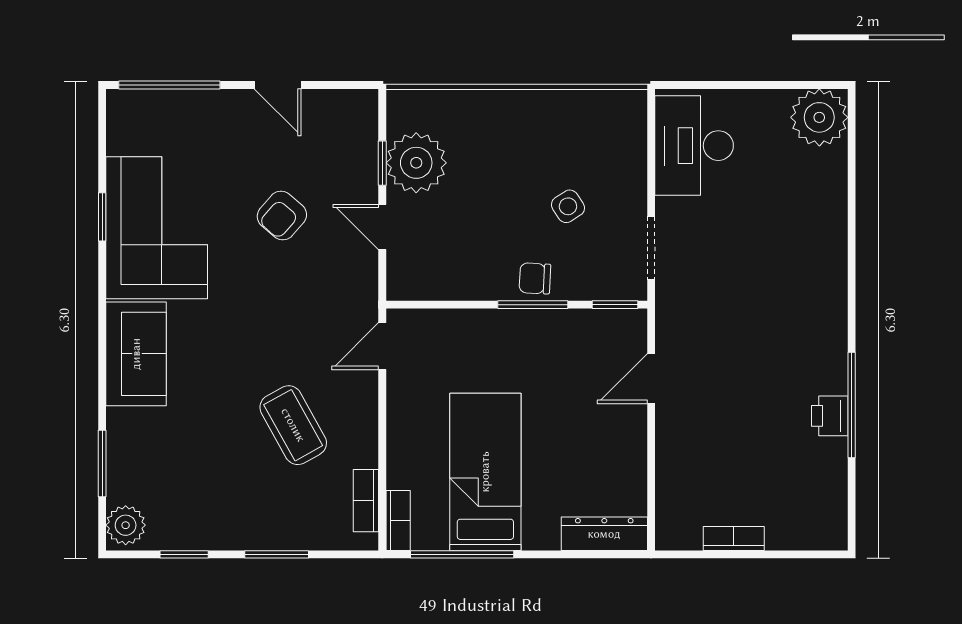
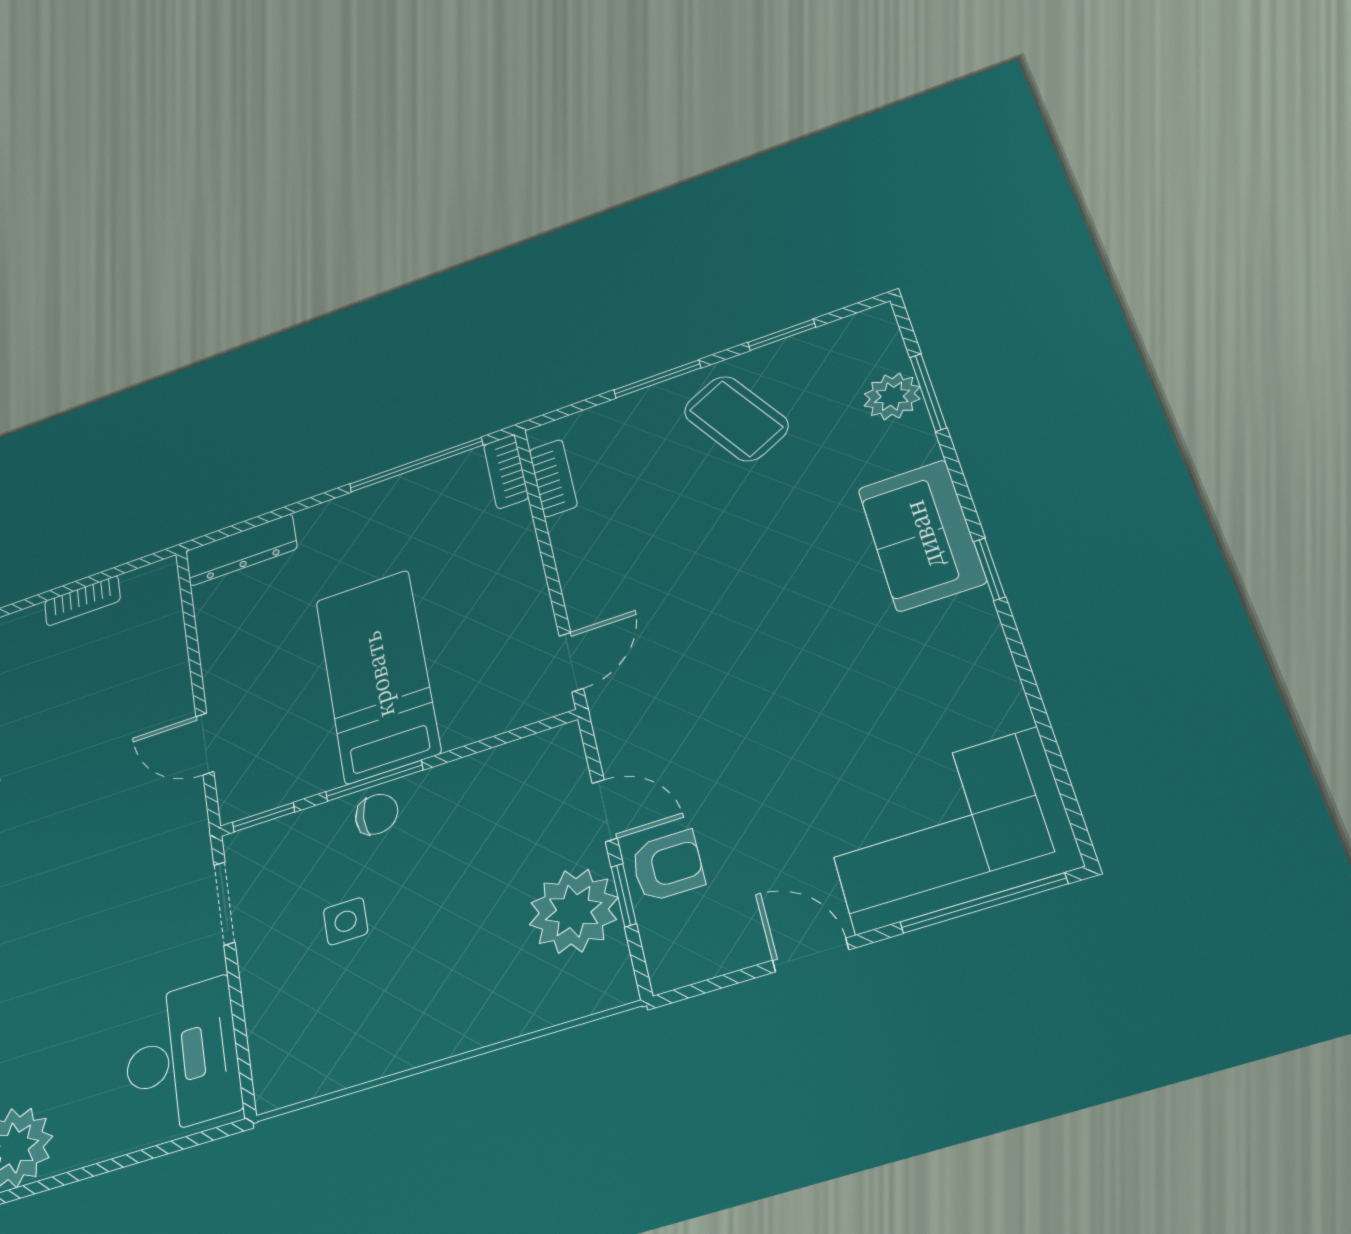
side table: (568, 206) -> (346, 921), turned 33
armchair: (282, 216) -> (668, 866), moved, turned 49
window: (102, 217) -> (989, 569), moved
corner sofa: (157, 228) -> (947, 830), moved, turned 90
door: (651, 379) -> (205, 744), swing flipped
coffee table: (293, 425) -> (736, 418), moved
bed: (485, 472) -> (377, 675), moved, turned 180
plant: (126, 525) -> (892, 396), moved

